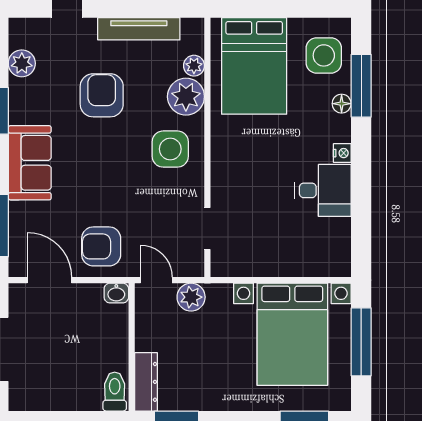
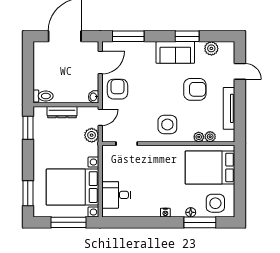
plant: (186, 97) -> (199, 137), width x0.53, depth x0.53
sofa: (30, 163) -> (175, 52), moved
desk: (323, 190) -> (116, 195), moved, turned 90
dresser: (146, 382) -> (62, 112), moved

